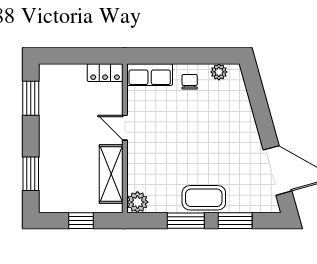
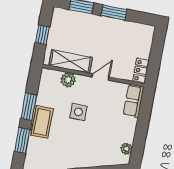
chair: (190, 82) -> (124, 127), removed
window: (31, 98) -> (114, 13), moved
side table: (180, 149) -> (78, 112), added
plant: (137, 202) -> (68, 80), moved

